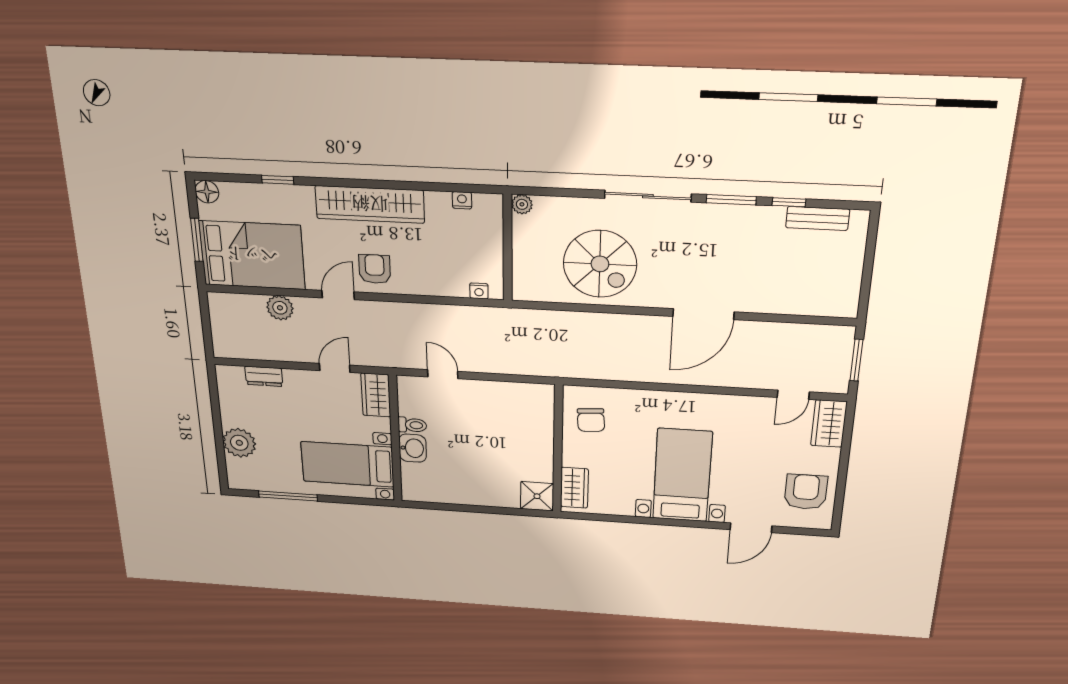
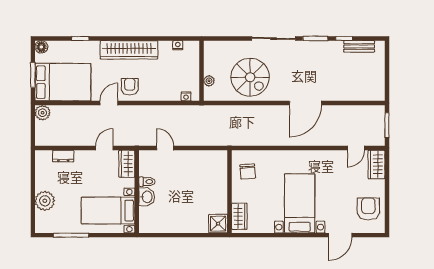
plant: (522, 204) -> (209, 81), moved
plant: (280, 308) -> (43, 113), moved

